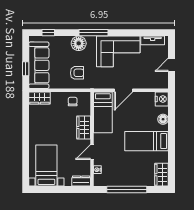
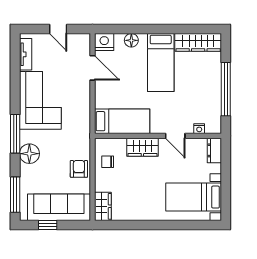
window: (48, 33) -> (15, 195), width x2.17
window: (26, 69) -> (48, 225), moved
armchair: (77, 73) -> (79, 169), moved
door: (123, 90) -> (92, 68), moved
wardrobe: (161, 175) -> (198, 42), width x1.50

